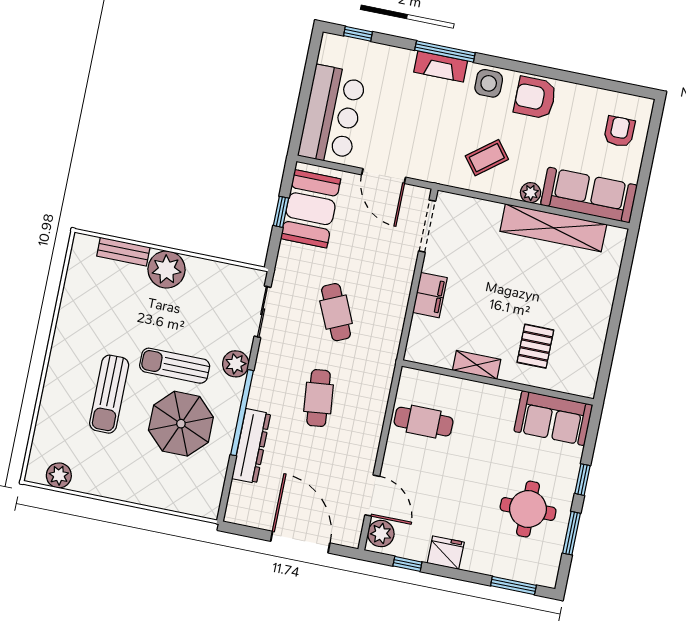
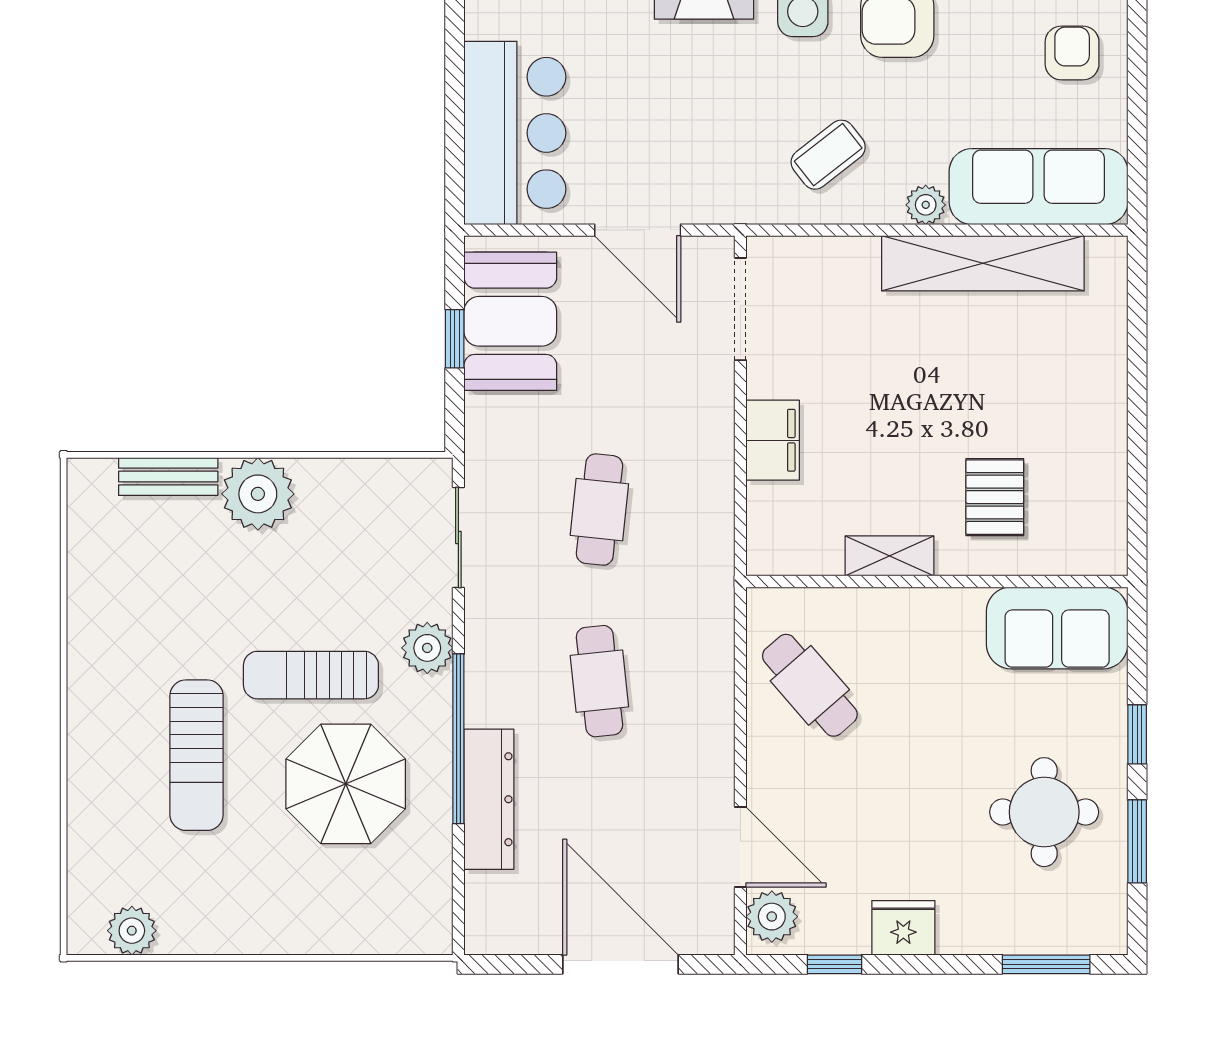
cafe table: (336, 312) -> (599, 510), turned 30
cafe table: (424, 422) -> (810, 685), turned 49

